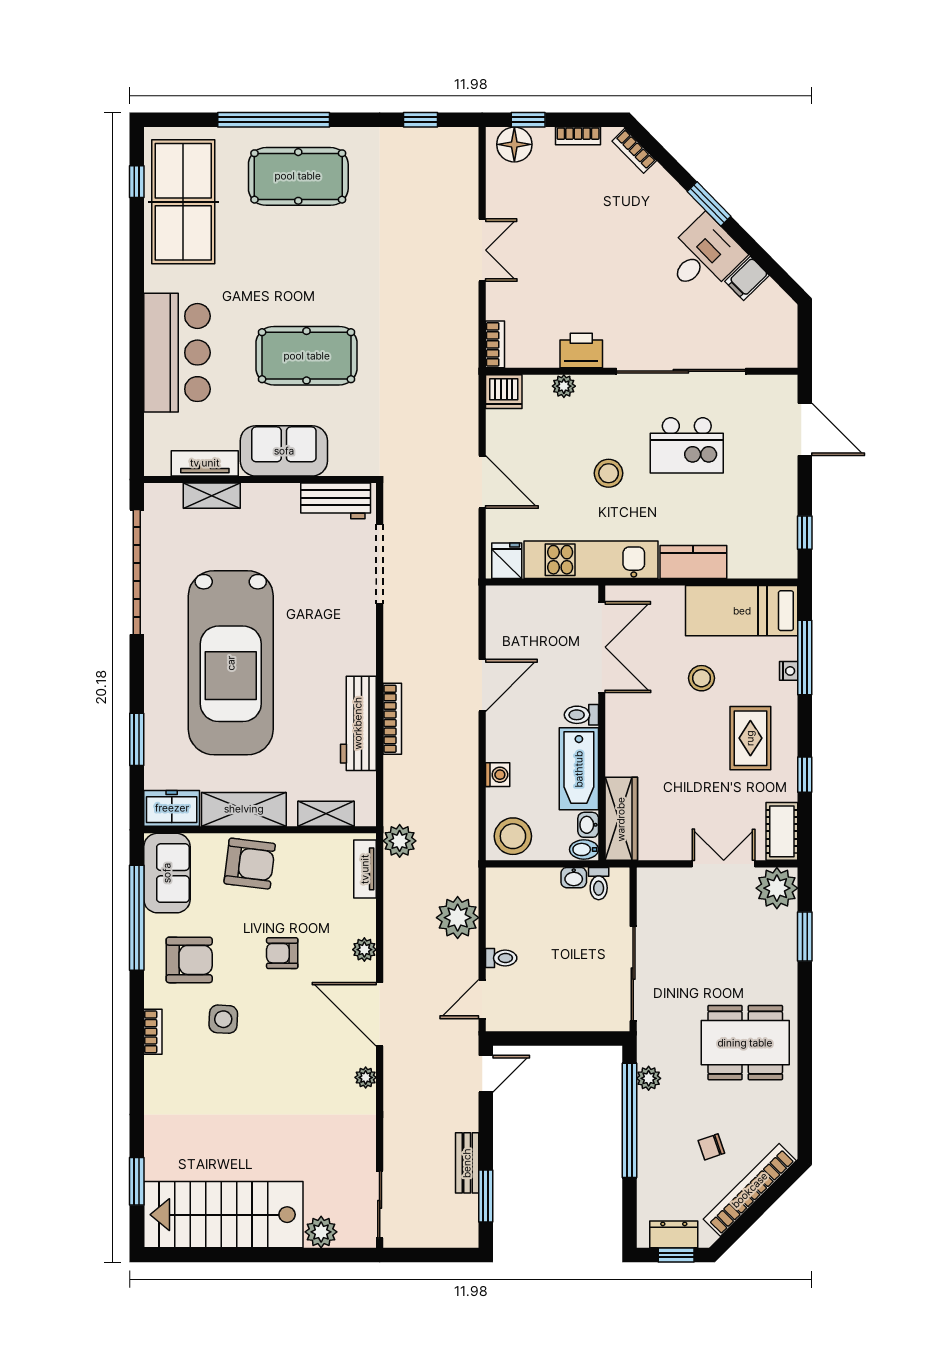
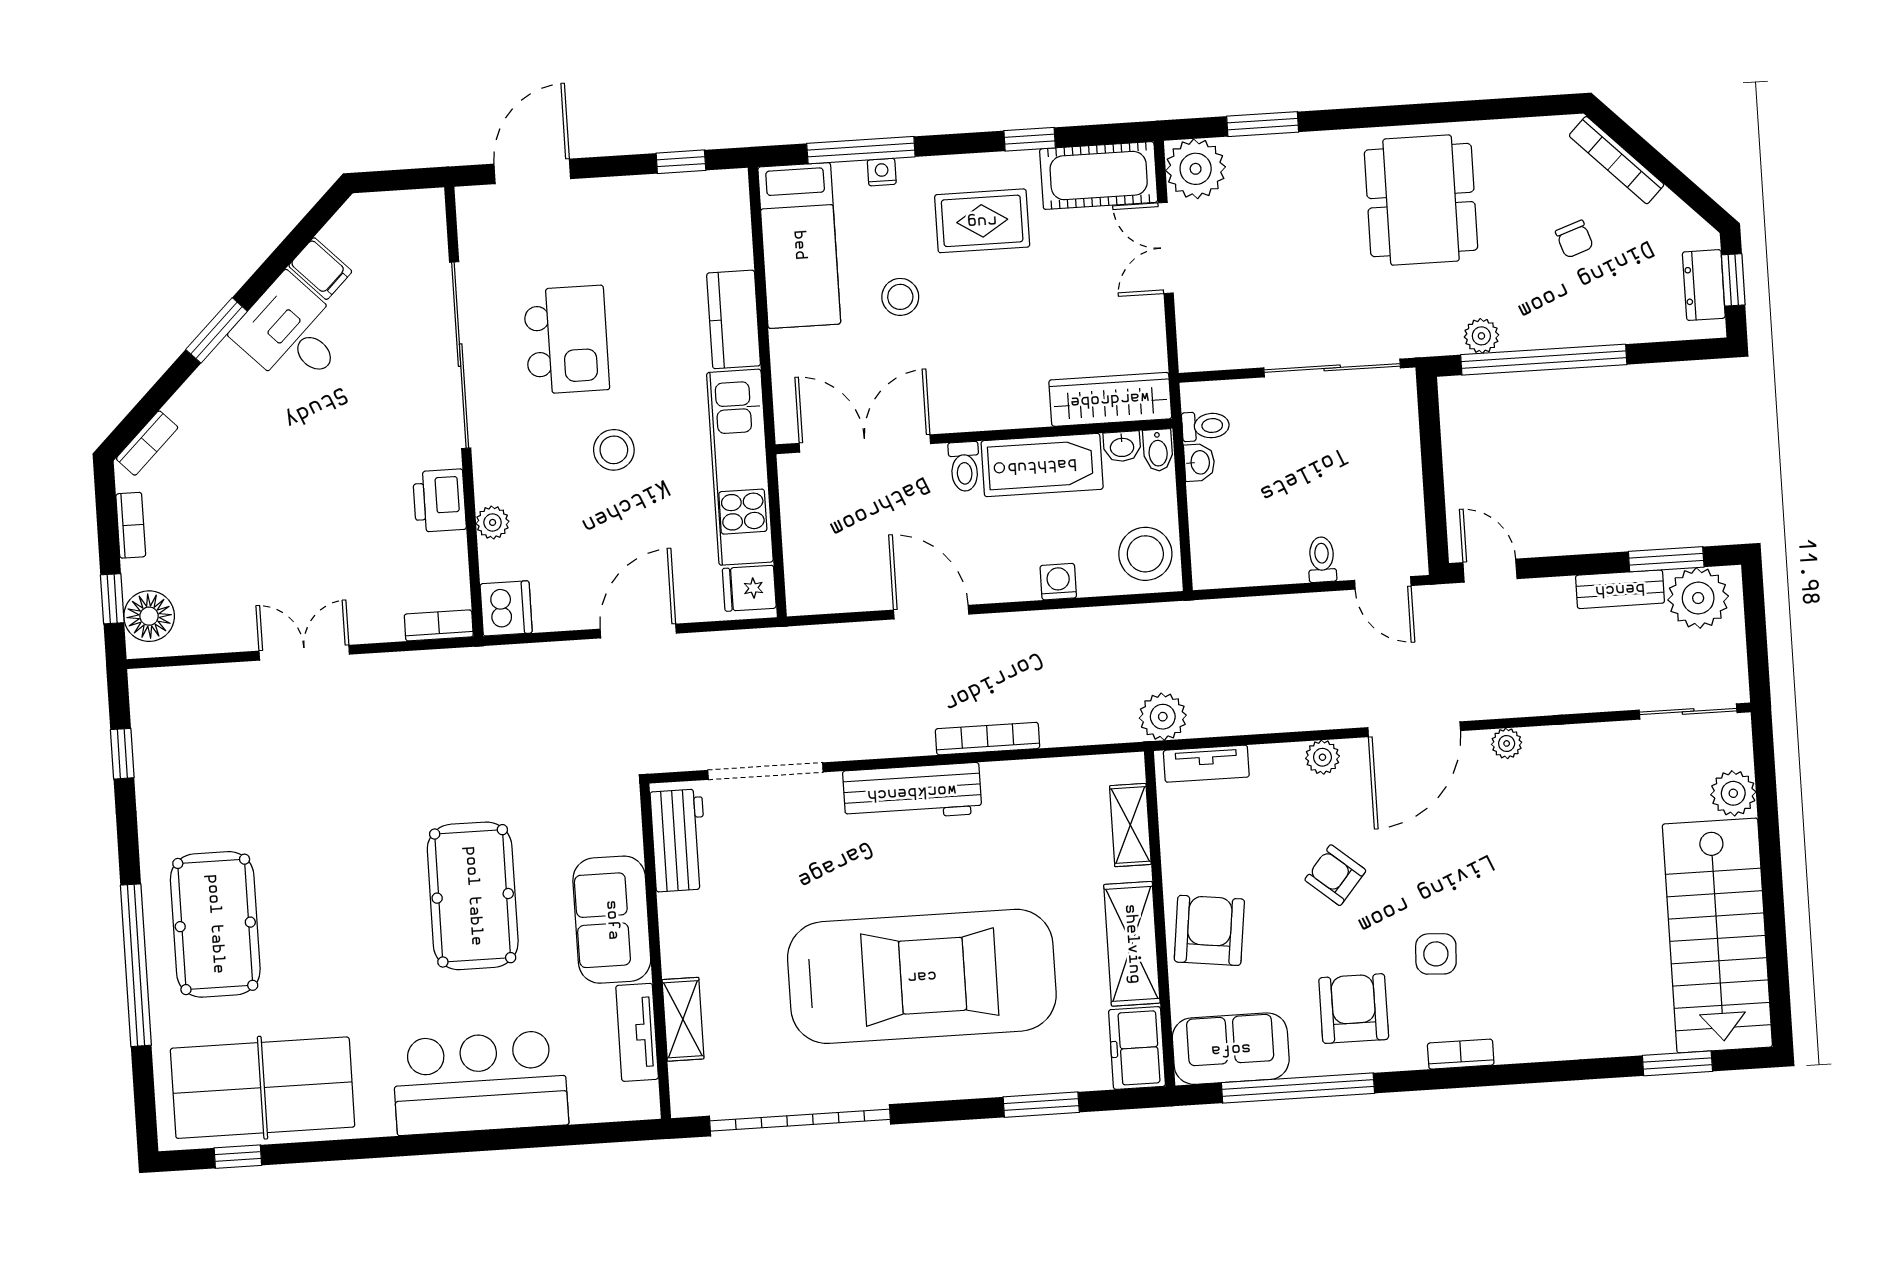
workbench: (358, 723) -> (912, 792), moved
cot: (782, 831) -> (1099, 176), width x1.37, depth x1.34
plant: (458, 918) -> (1698, 598), moved
armchair: (282, 953) -> (1335, 875), turned 130
bookcase: (750, 1190) -> (1617, 160), width x0.68, depth x0.76

